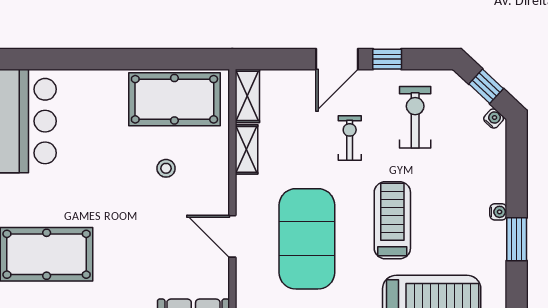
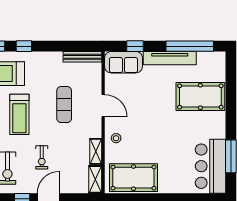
stool: (166, 168) -> (116, 138), moved
exercise mat: (307, 239) -> (64, 105), width x0.50, depth x0.69

